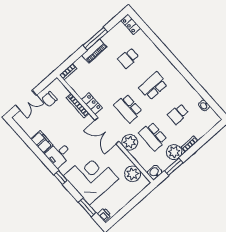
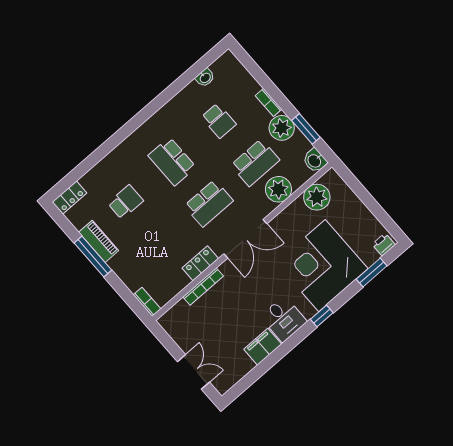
piano: (94, 51) -> (99, 241), moved
school desk: (128, 58) -> (126, 202), turned -90
chair: (49, 99) -> (192, 333), removed
plant: (130, 142) -> (278, 189), moved

